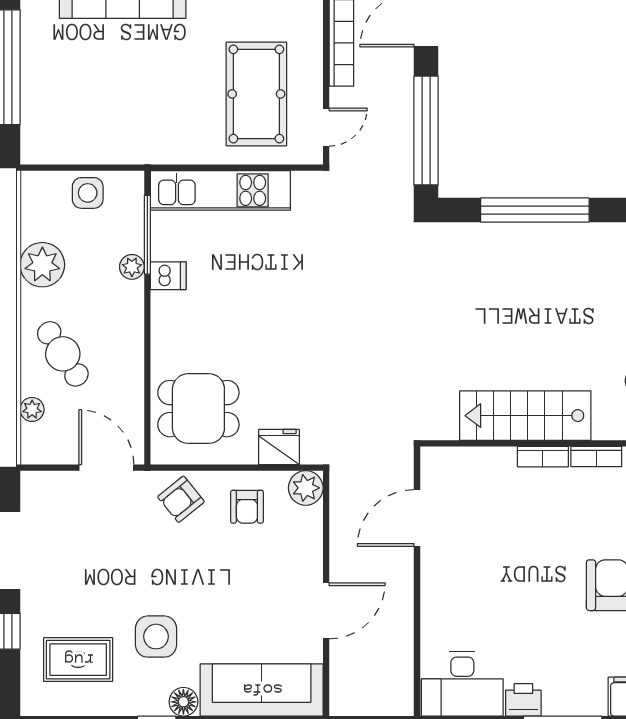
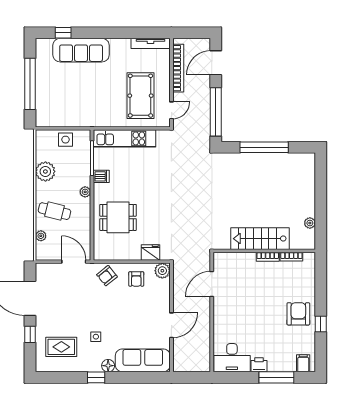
plant: (132, 267) -> (85, 192), moved
cafe table: (63, 354) -> (54, 211), turned -43
dining table: (198, 409) -> (118, 217), moved
side table: (156, 637) -> (96, 337), width x0.54, depth x0.54

